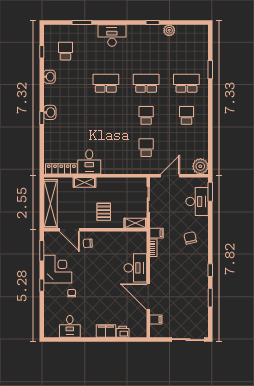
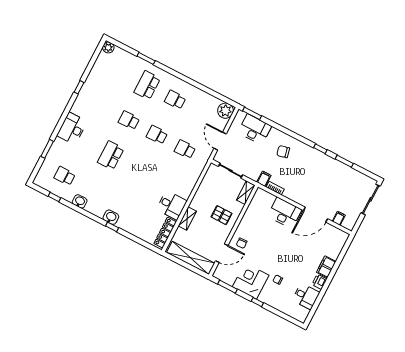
plant: (169, 30) -> (108, 47), moved
school desk: (146, 83) -> (129, 120), width x0.54
printer: (123, 332) -> (319, 282), moved

